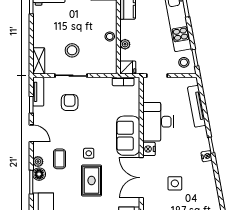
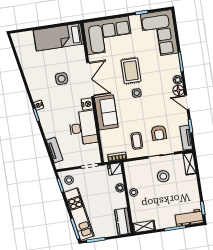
tv unit: (197, 106) -> (55, 150), width x0.71
coffee table: (60, 159) -> (137, 141), moved
floor lamp: (39, 174) -> (178, 90), moved

